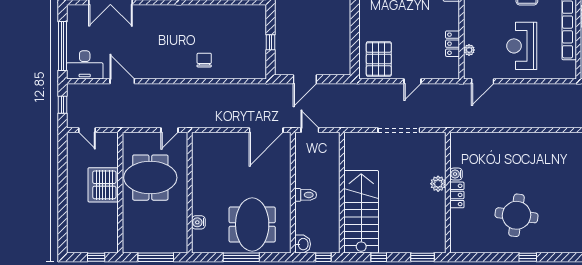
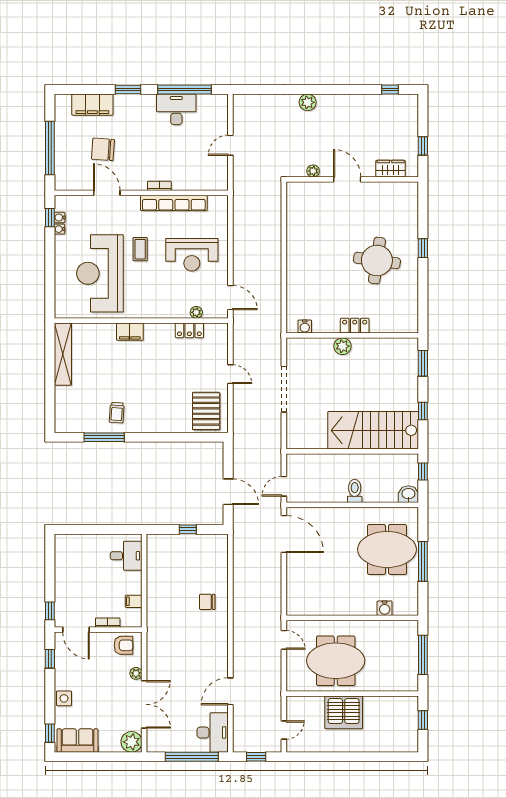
pallet: (379, 59) -> (206, 411), turned 90
water cooler: (456, 174) -> (305, 327), moved
meeting table: (150, 178) -> (336, 661), turned 90

